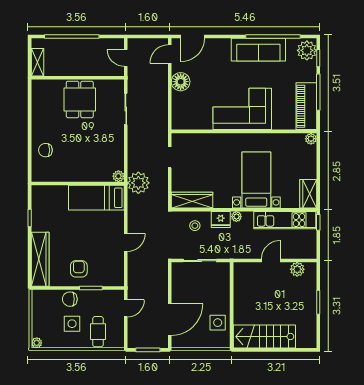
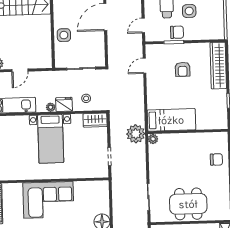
dining table: (80, 99) -> (188, 204), width x1.38
bed with nightstands: (256, 180) -> (51, 139), moved
wardrobe: (192, 200) -> (95, 120), width x0.67
door: (126, 242) -> (145, 66), moved
armchair: (79, 269) -> (183, 69), moved
chair: (70, 299) -> (177, 32), moved
side table: (218, 323) -> (64, 35), moved

